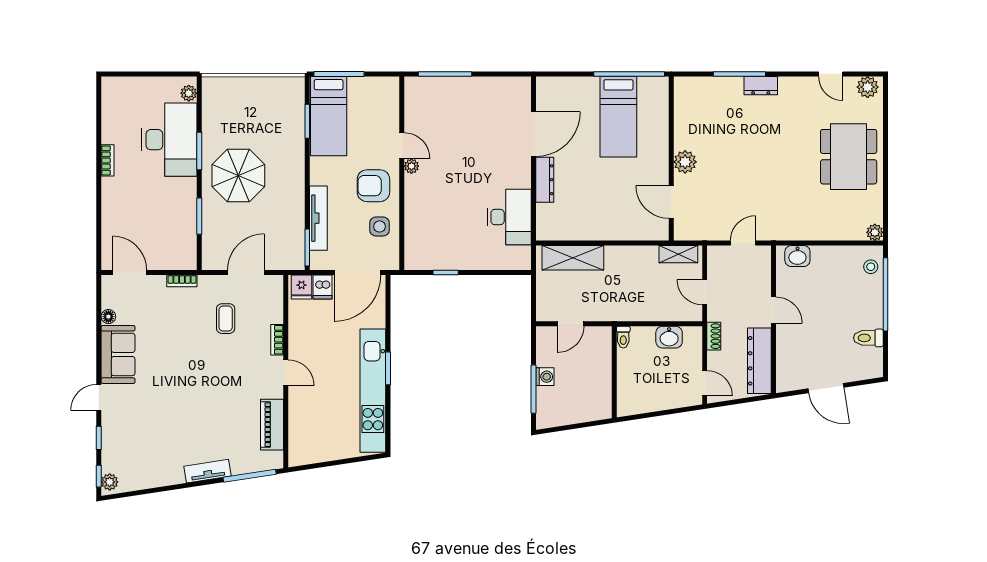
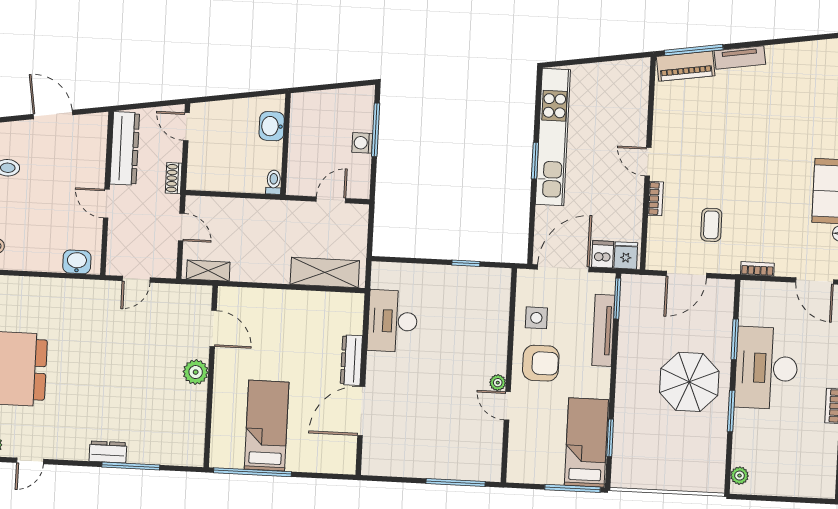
door: (831, 74) -> (30, 461), swing flipped
desk: (169, 140) -> (766, 368), moved
washbasin: (669, 337) -> (272, 126), moved, turned -90
piano: (272, 425) -> (686, 66), moved, turned 81

